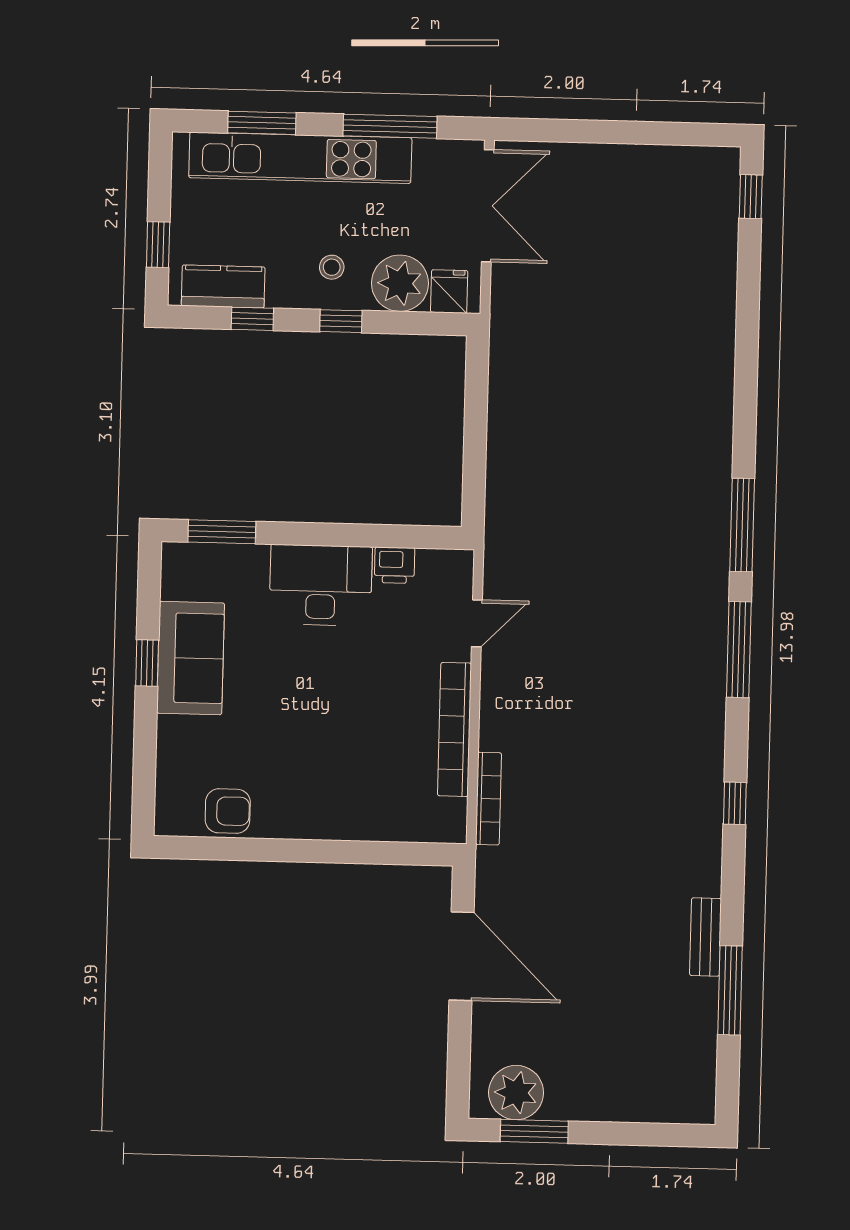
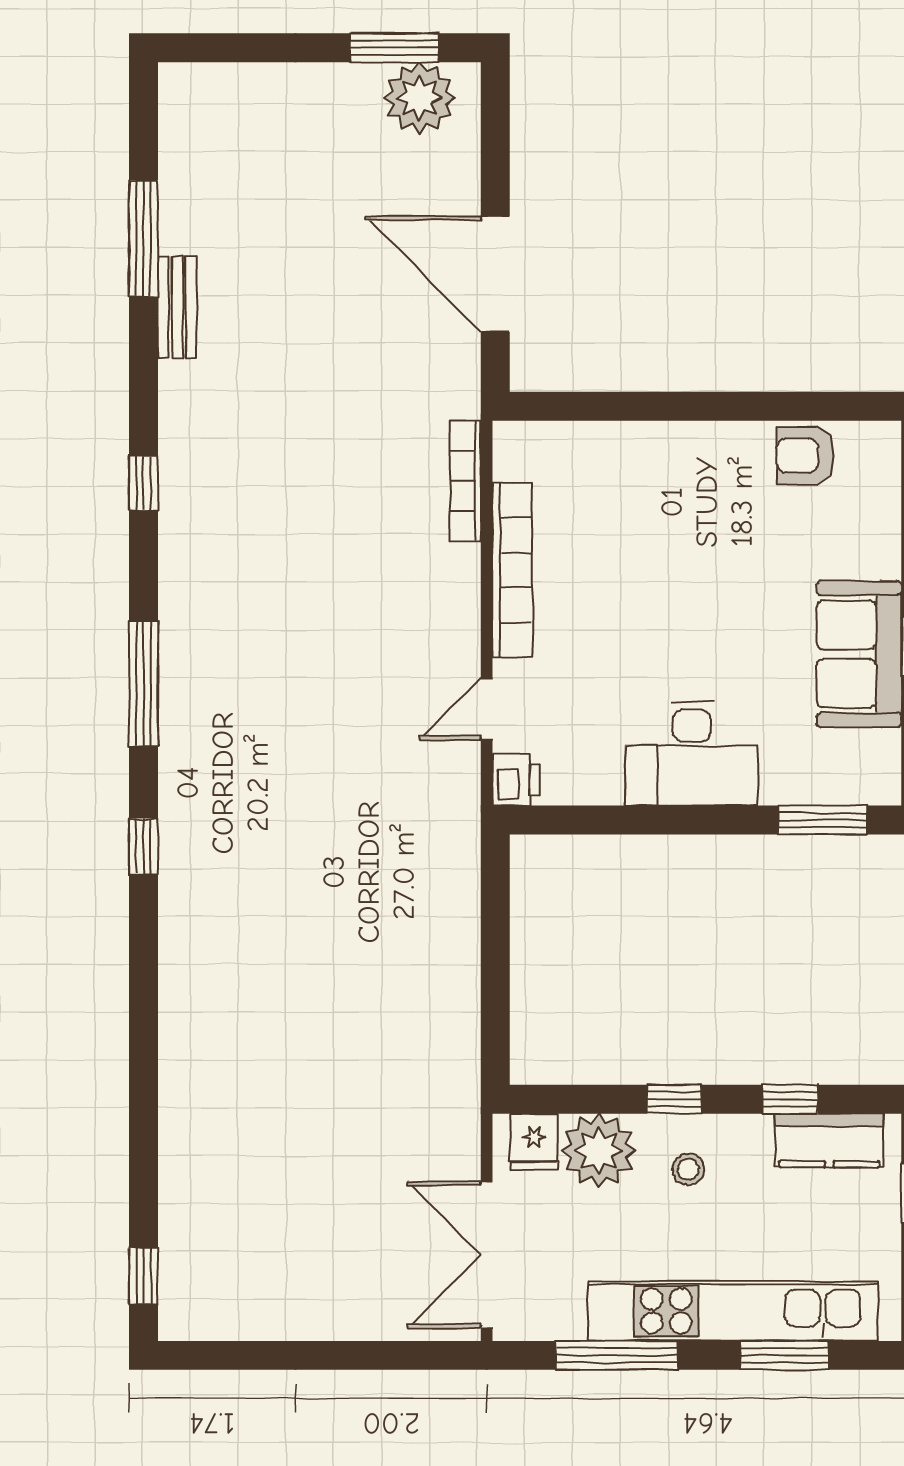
window: (742, 525) -> (143, 847), width x0.46
printer: (395, 565) -> (516, 780), moved, turned 90

